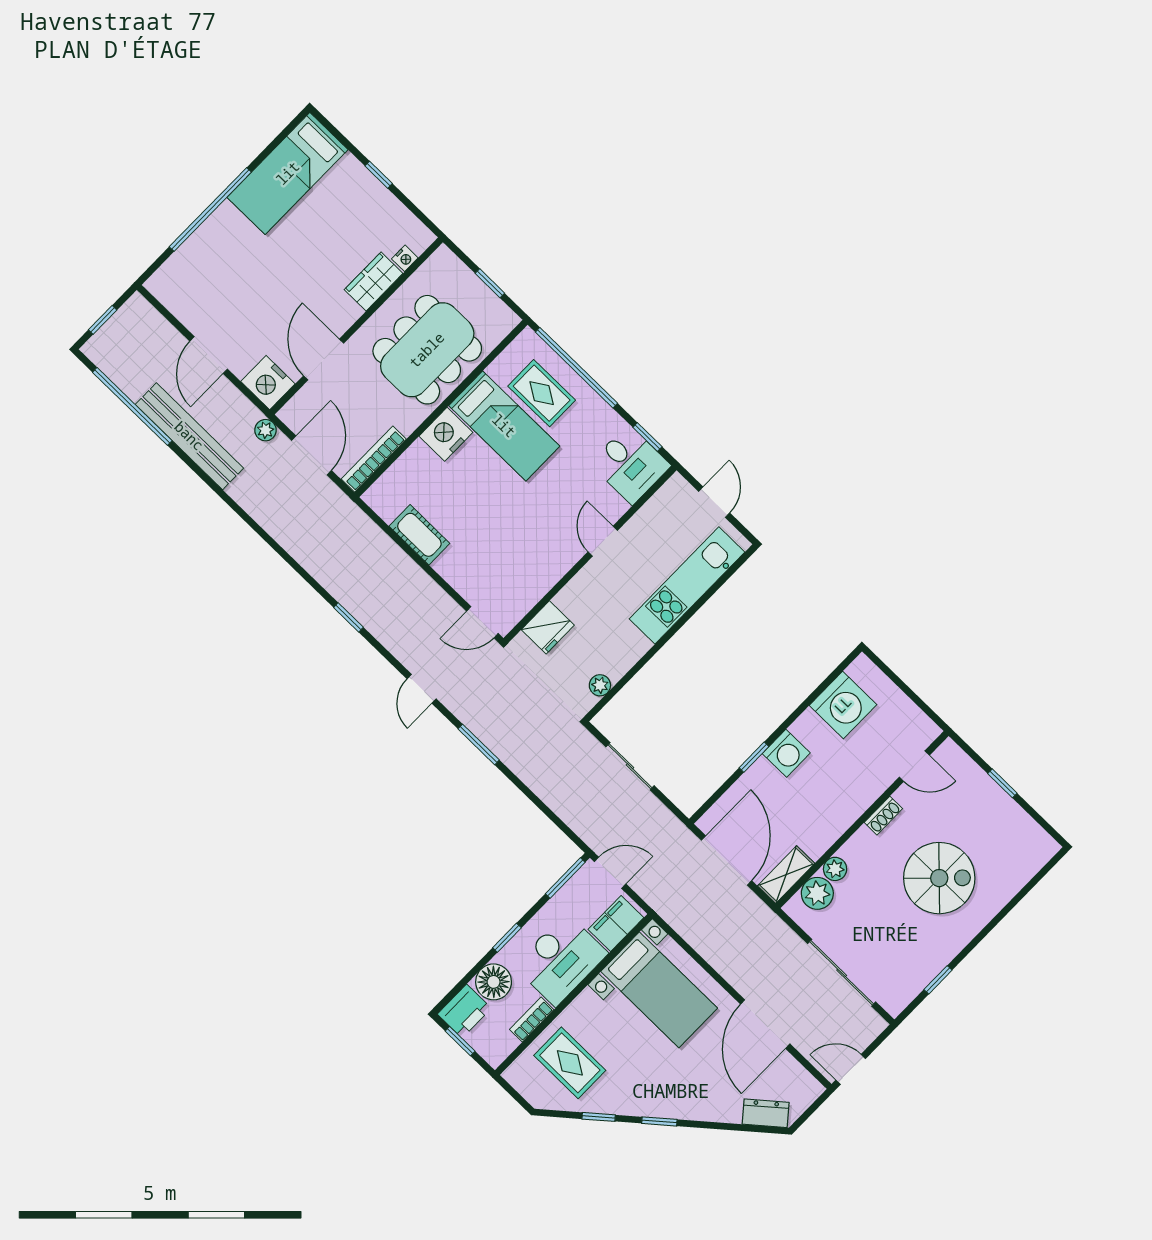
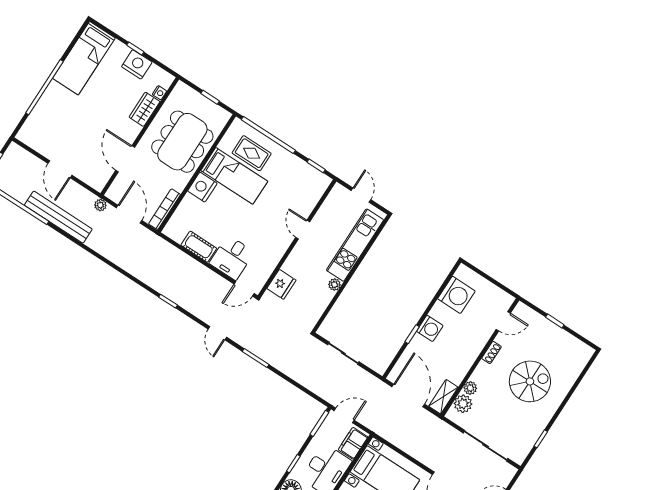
nightstand: (268, 383) -> (137, 64), moved, turned 180
desk: (630, 464) -> (232, 258), moved, turned 90
plant: (600, 685) -> (334, 285), moved

